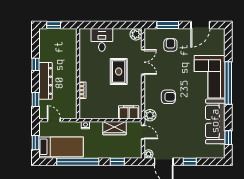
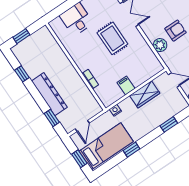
window: (35, 64) -> (22, 74), moved
filing cabinet: (129, 112) -> (126, 86), moved, width x0.50
plant: (150, 115) -> (160, 45), moved
door: (54, 120) -> (82, 126), swing flipped
window: (78, 162) -> (132, 150), width x0.32

